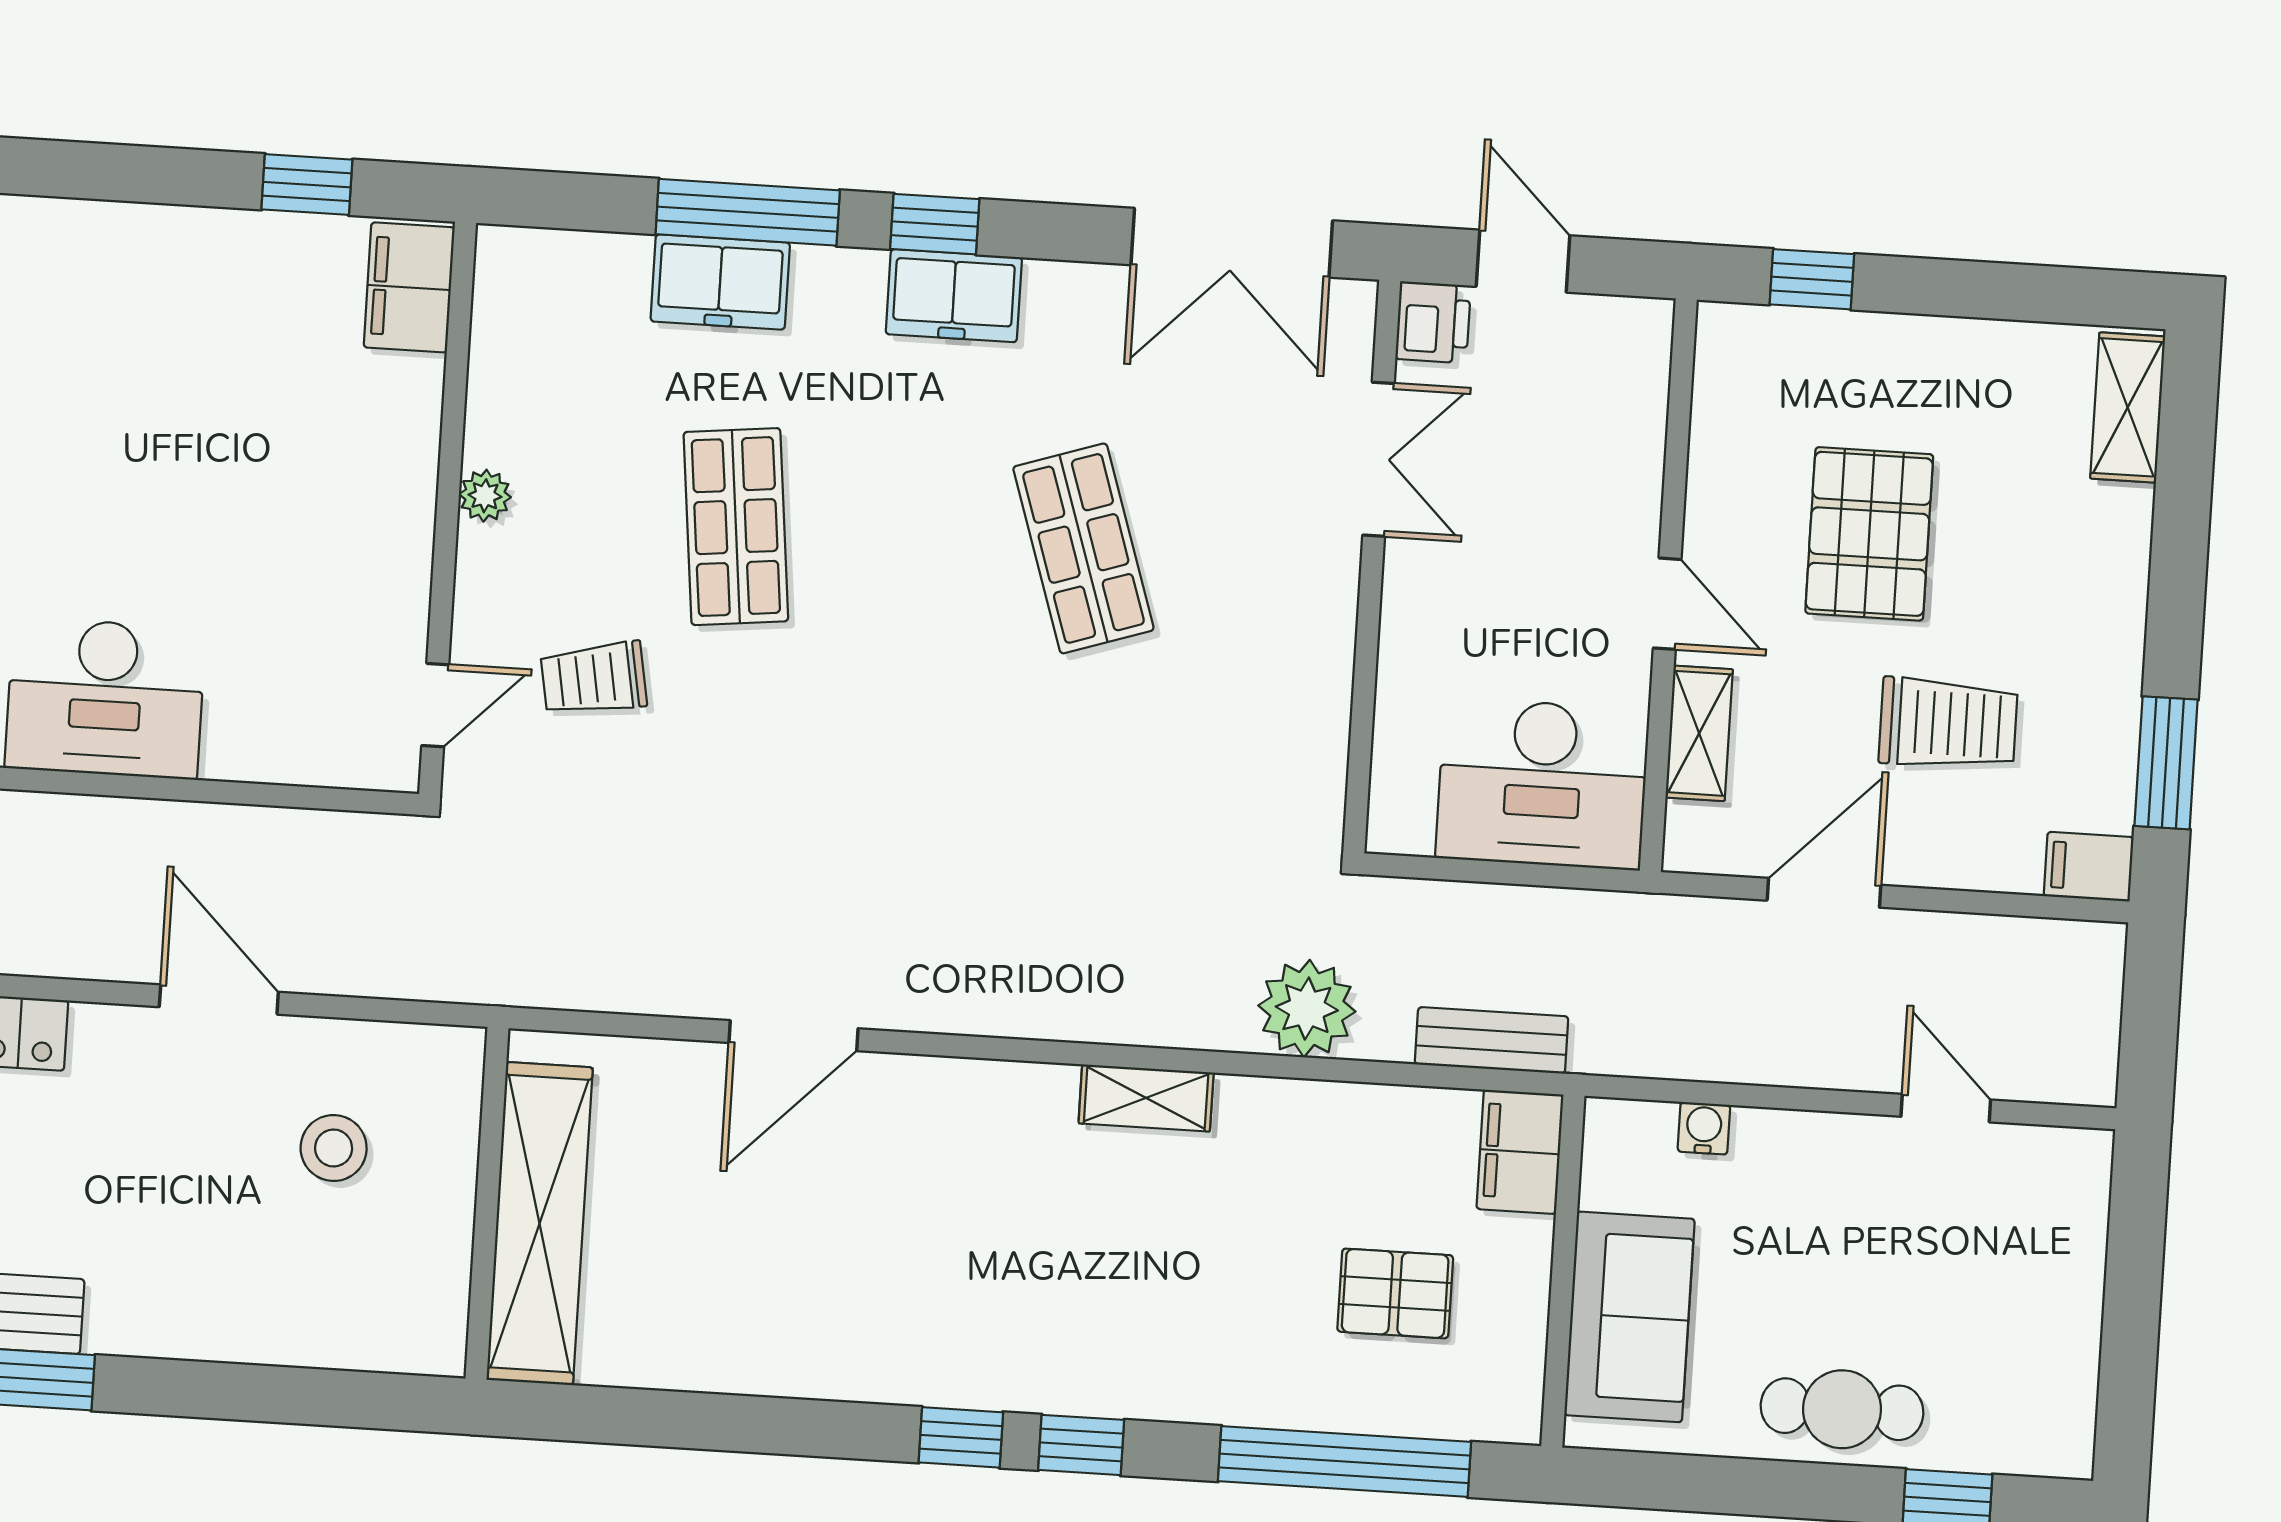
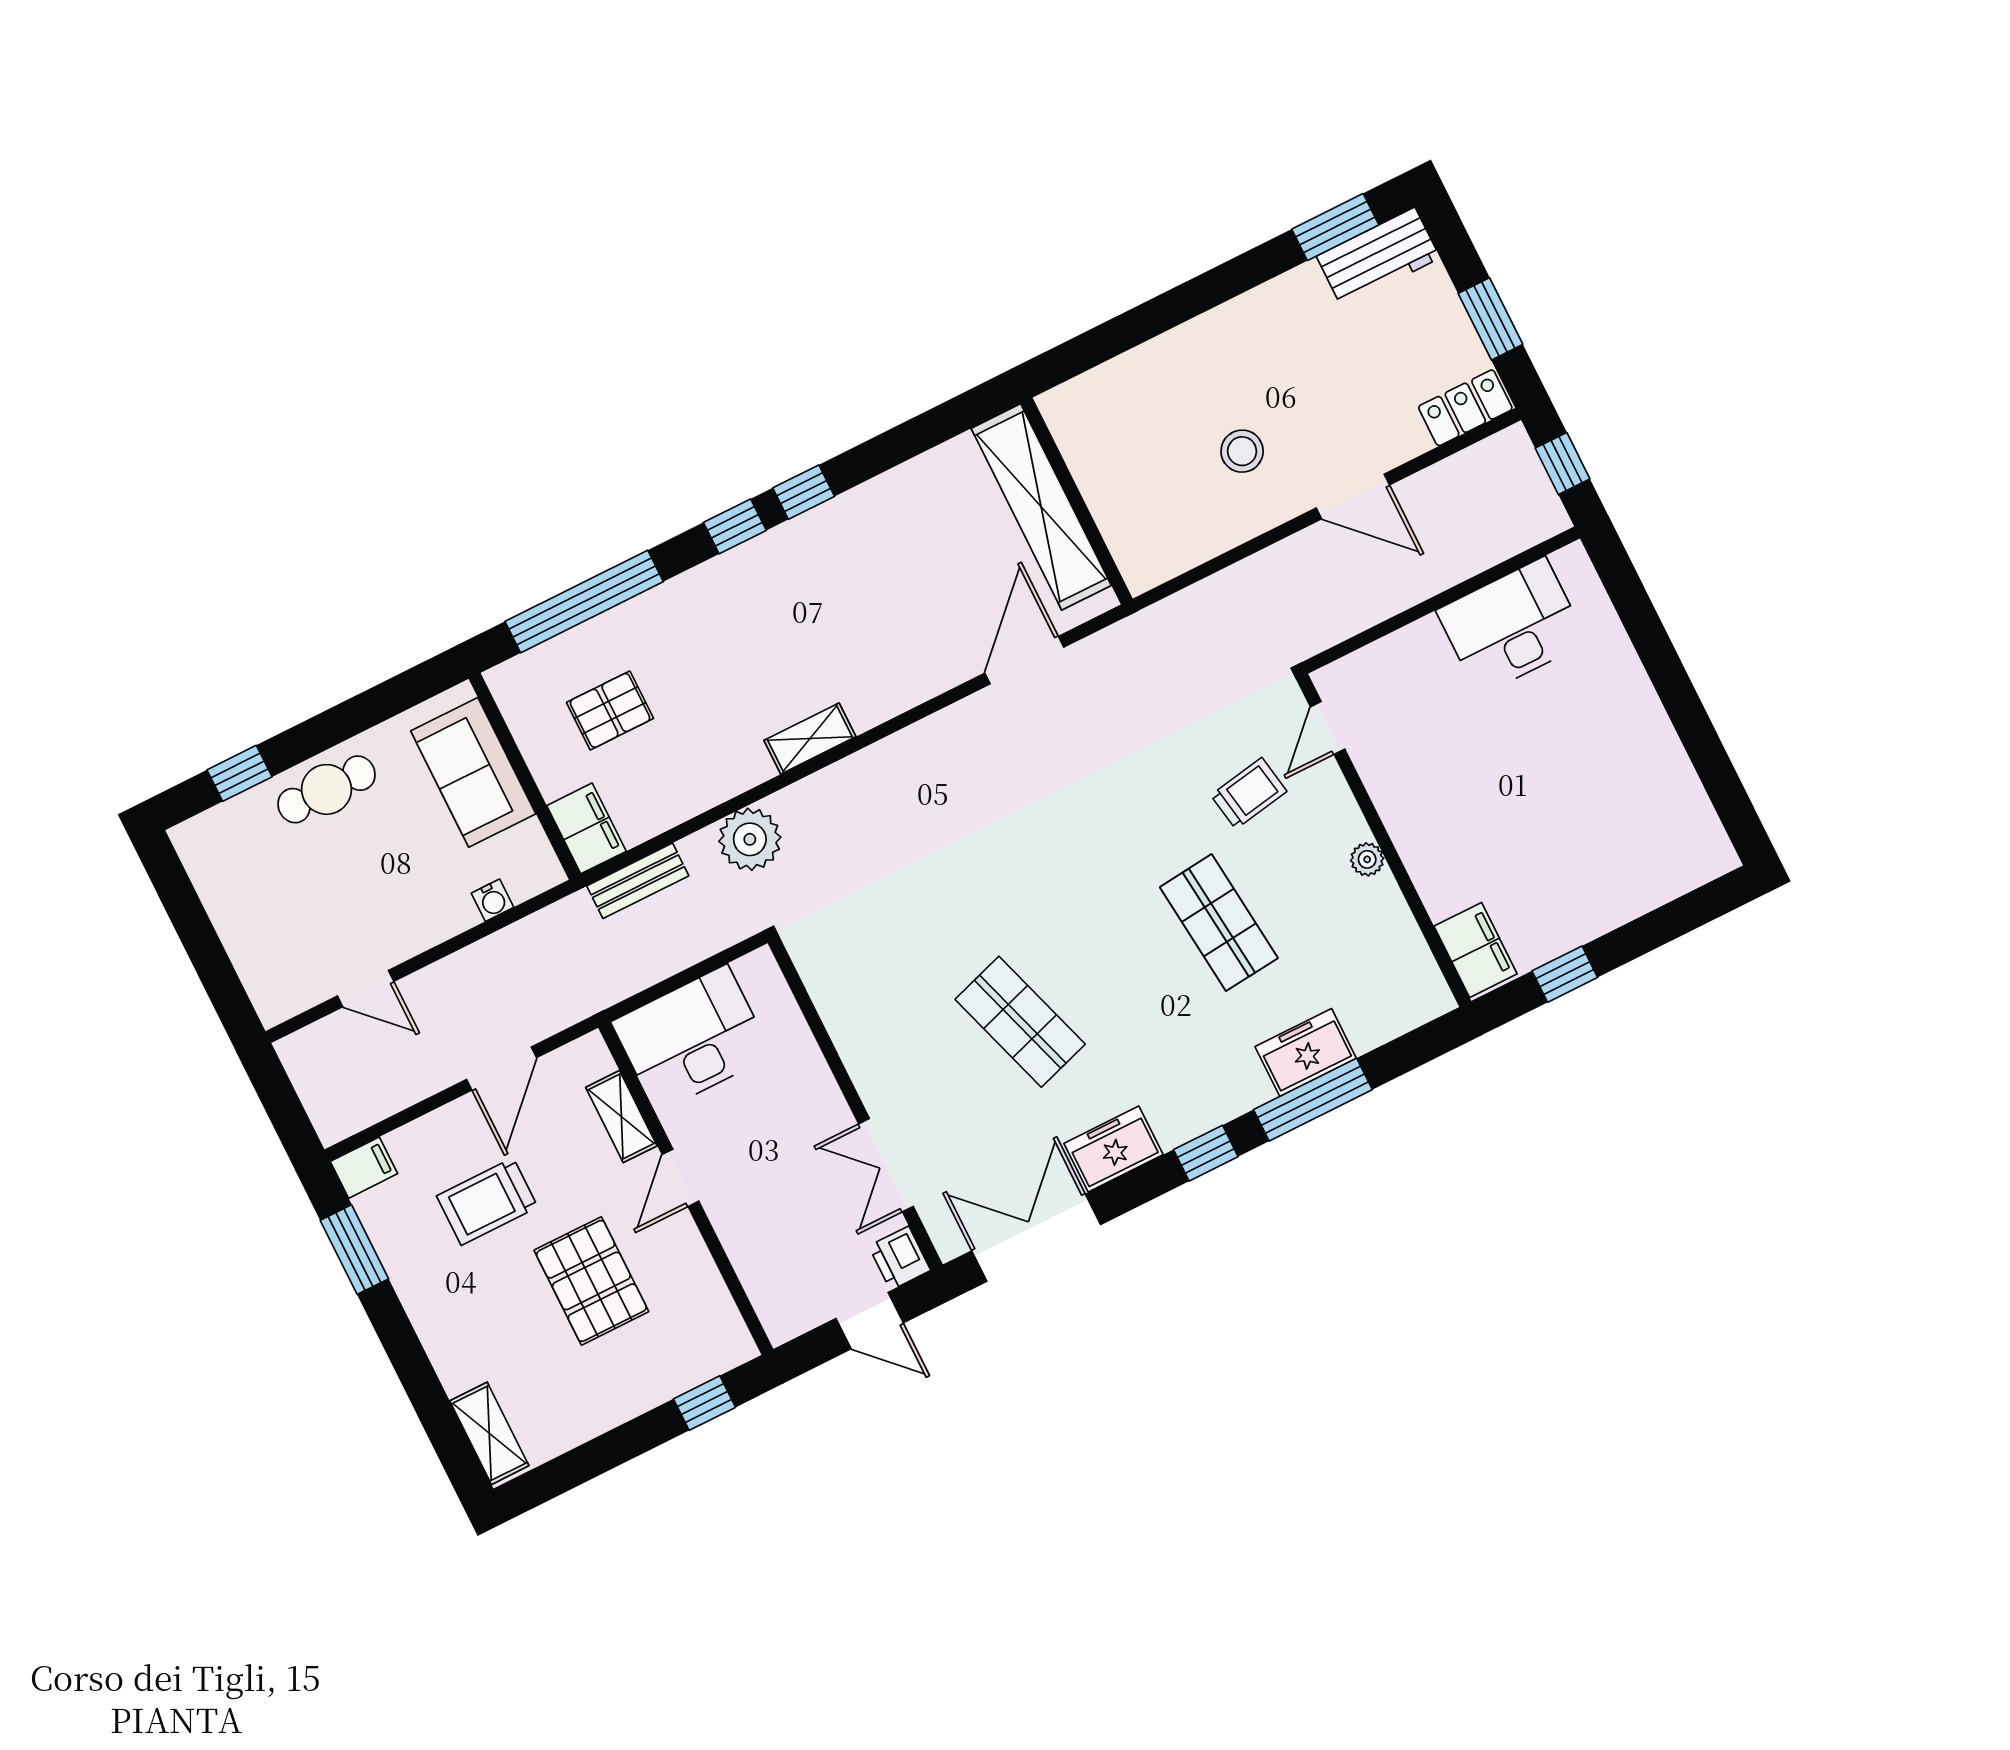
freezer: (954, 296) -> (1113, 1149), moved
door: (1667, 604) -> (681, 1178), hinge flipped
wall: (487, 1203) -> (1077, 501), moved
shelving: (540, 1224) -> (1041, 507), moved

